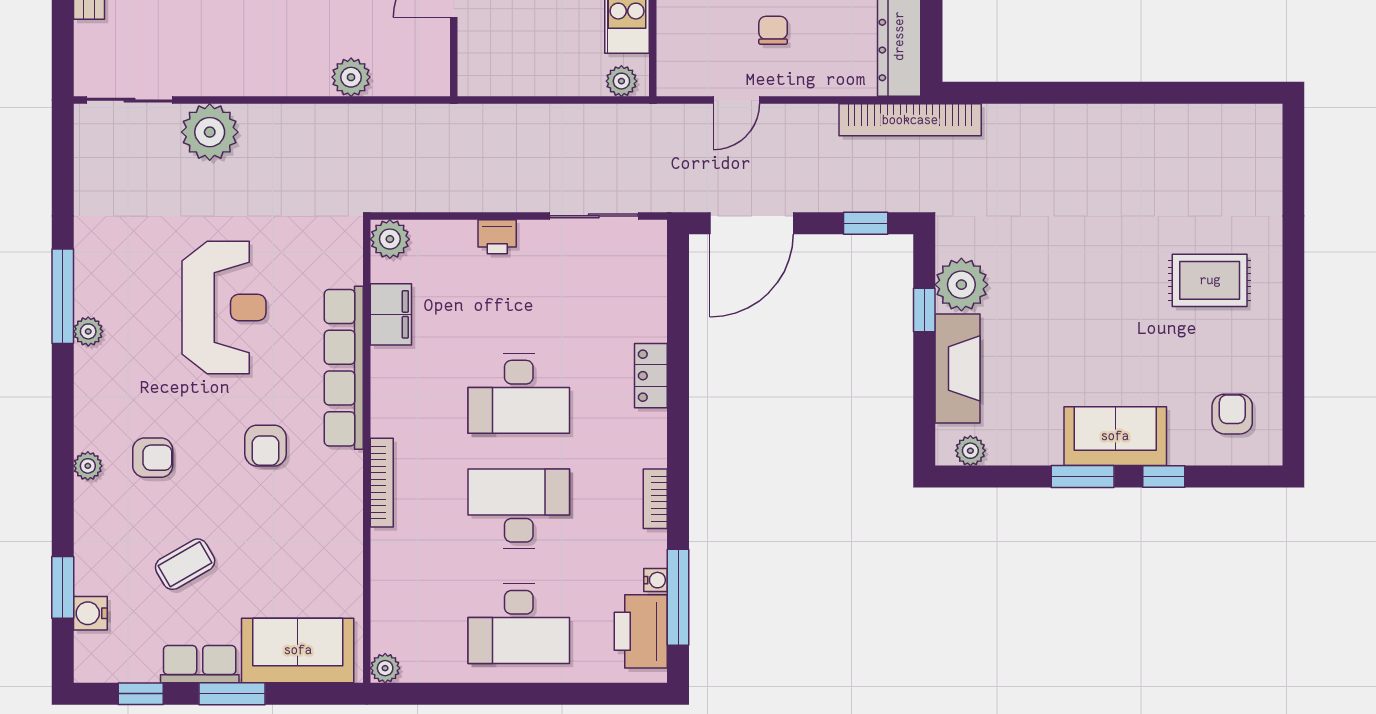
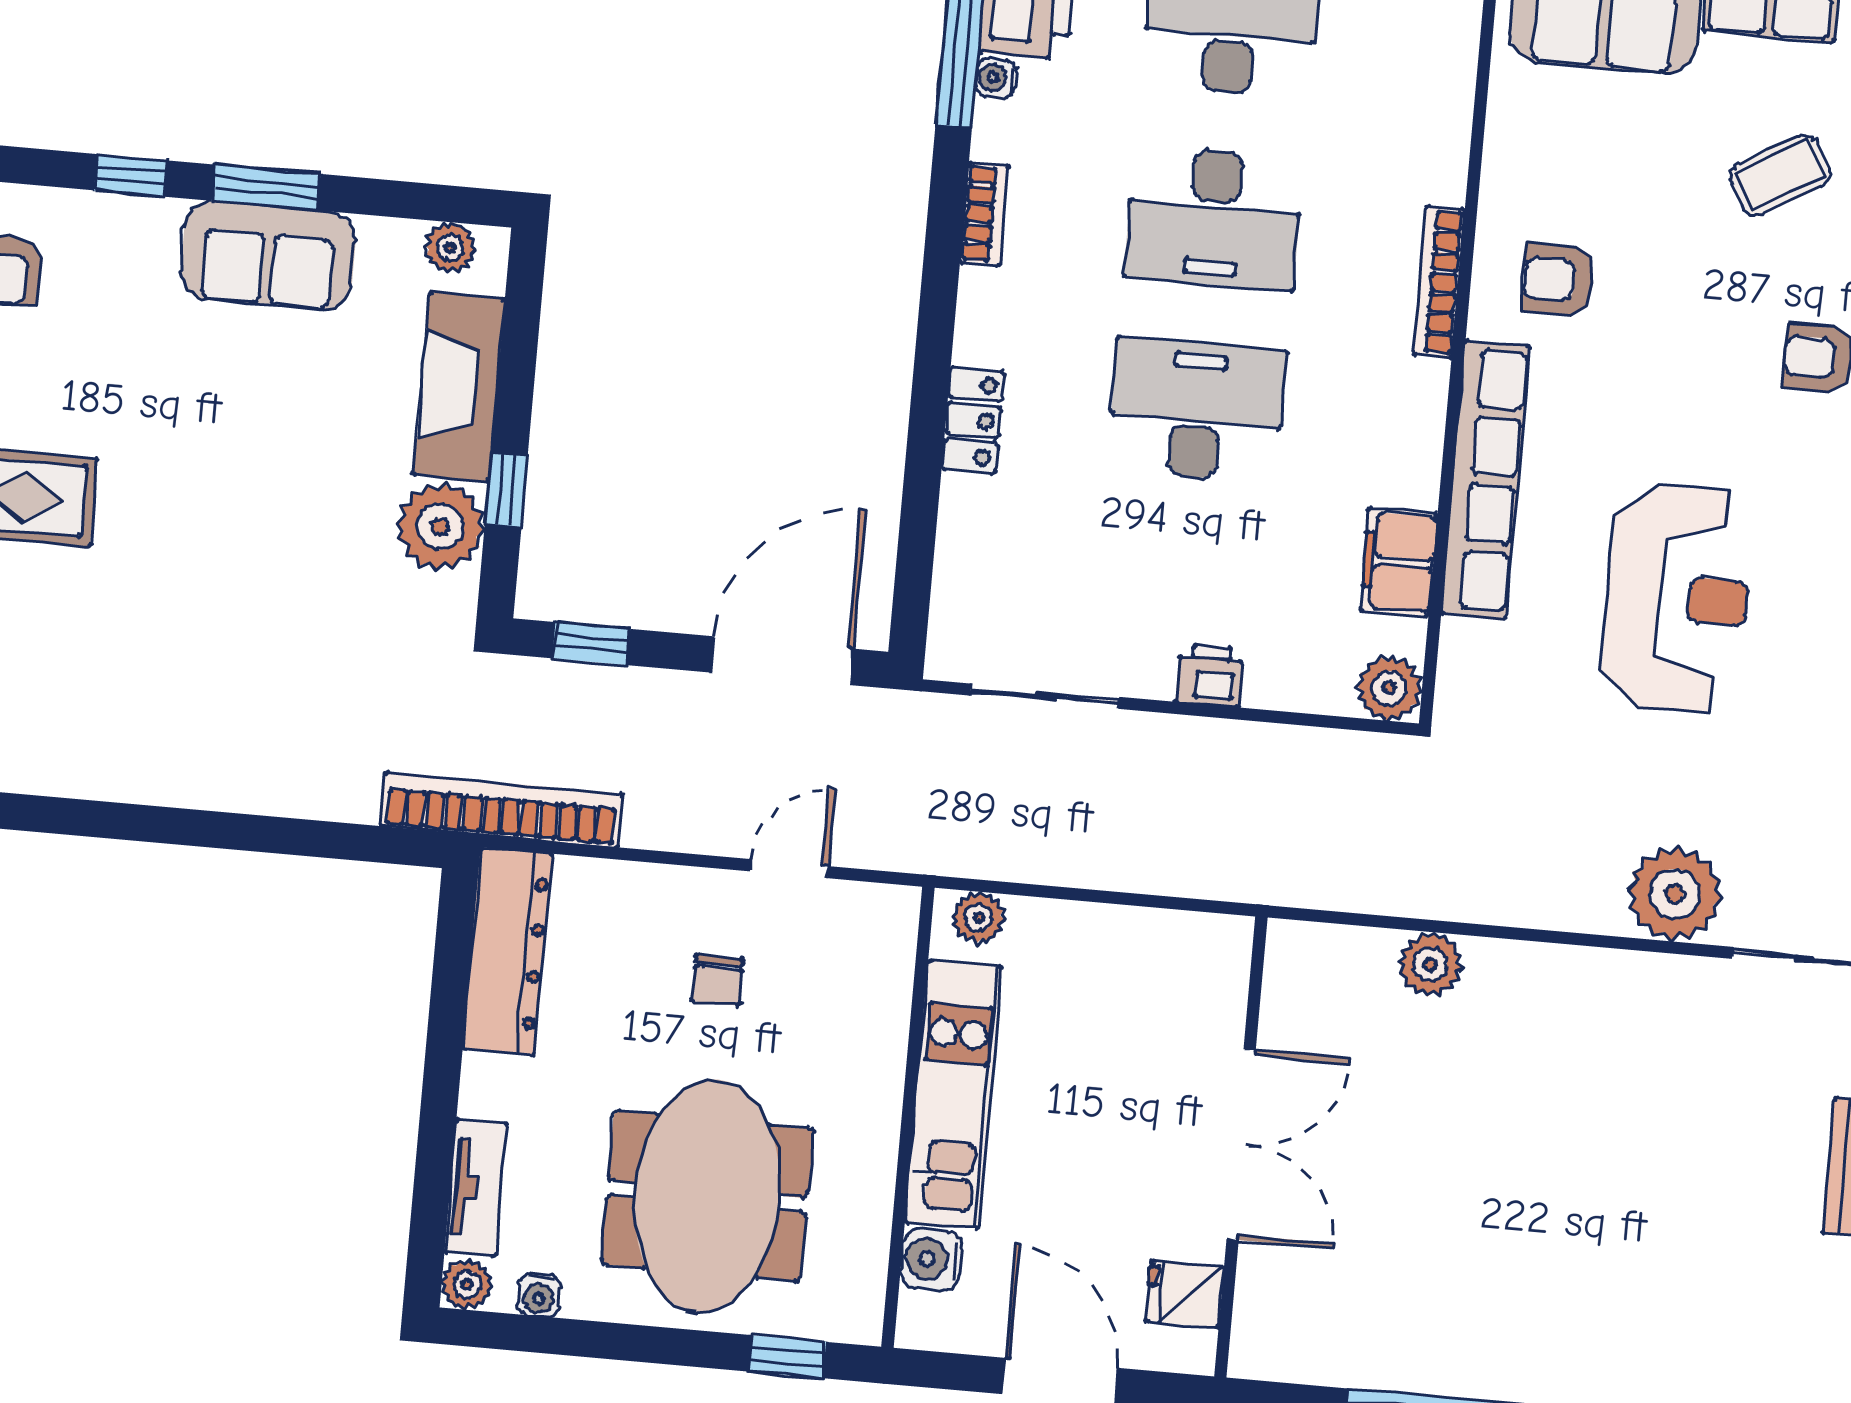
reception desk: (224, 308) -> (1677, 598), turned 180
sofa: (1115, 436) -> (268, 256), moved
armchair: (266, 446) -> (1559, 280), moved, turned -90

